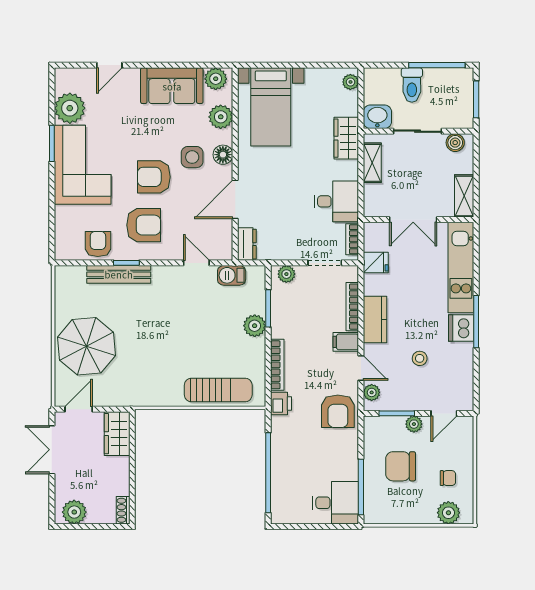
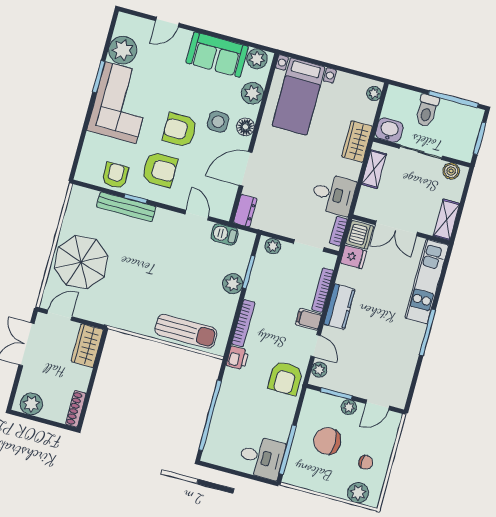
dishwasher: (461, 328) -> (360, 235), moved, turned 180
stool: (420, 358) -> (369, 351), removed
shoe rack: (123, 510) -> (76, 409), width x1.43

